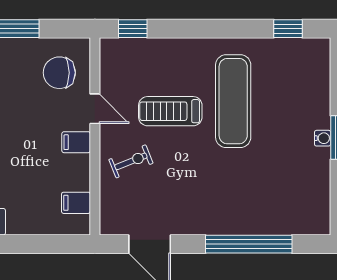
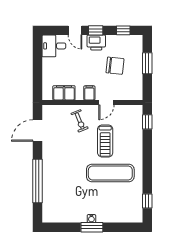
chair: (59, 73) -> (115, 66), moved, turned 96
treadmill: (170, 111) -> (105, 141), turned 180
filing cabinet: (76, 203) -> (64, 93), width x2.00

